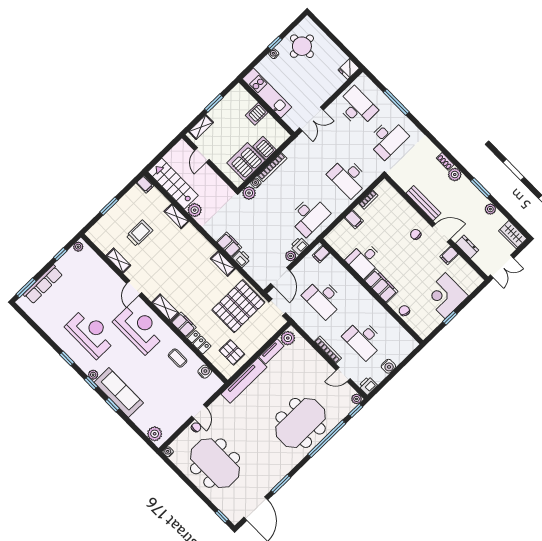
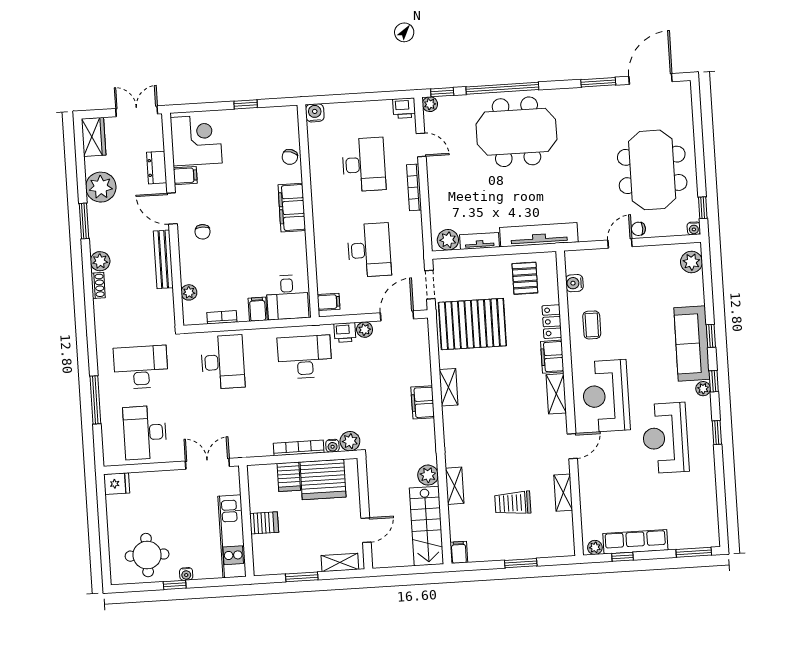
plant: (396, 198) -> (189, 292), added
plant: (490, 209) -> (101, 187), width x1.88, depth x1.88
printer: (242, 259) -> (422, 374), removed
desk: (364, 260) -> (287, 297), moved, turned 90
row of seats: (43, 284) -> (635, 542), moved
corner desk: (445, 296) -> (196, 140), moved, turned -90
water cooler: (388, 366) -> (315, 113), moved
window: (222, 516) -> (703, 208), moved

